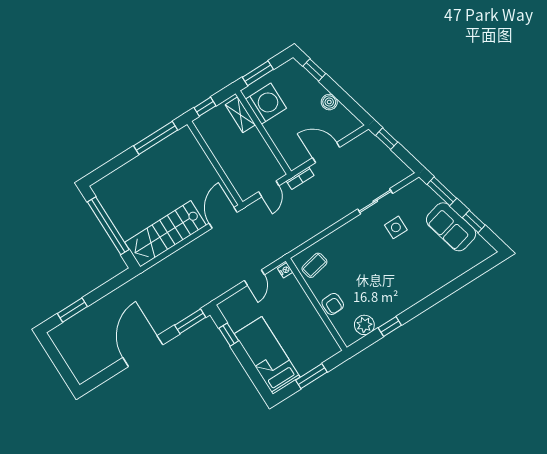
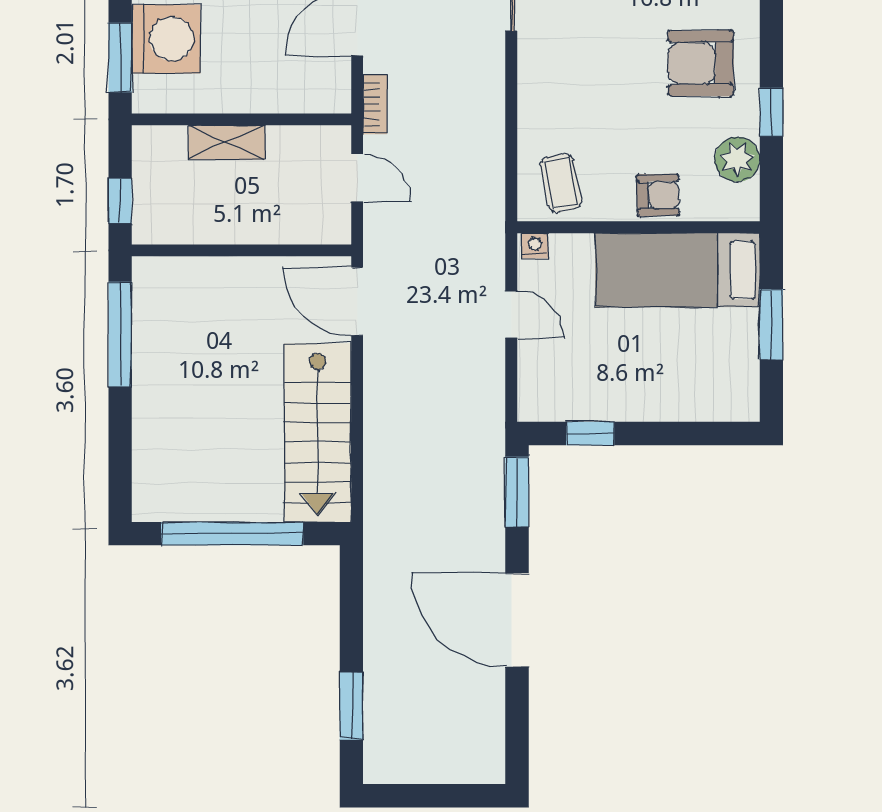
washing machine: (266, 104) -> (166, 39), moved, turned 90
shelving: (240, 115) -> (227, 142), moved
armchair: (391, 289) -> (701, 63), added
bed: (267, 355) -> (678, 270), moved

